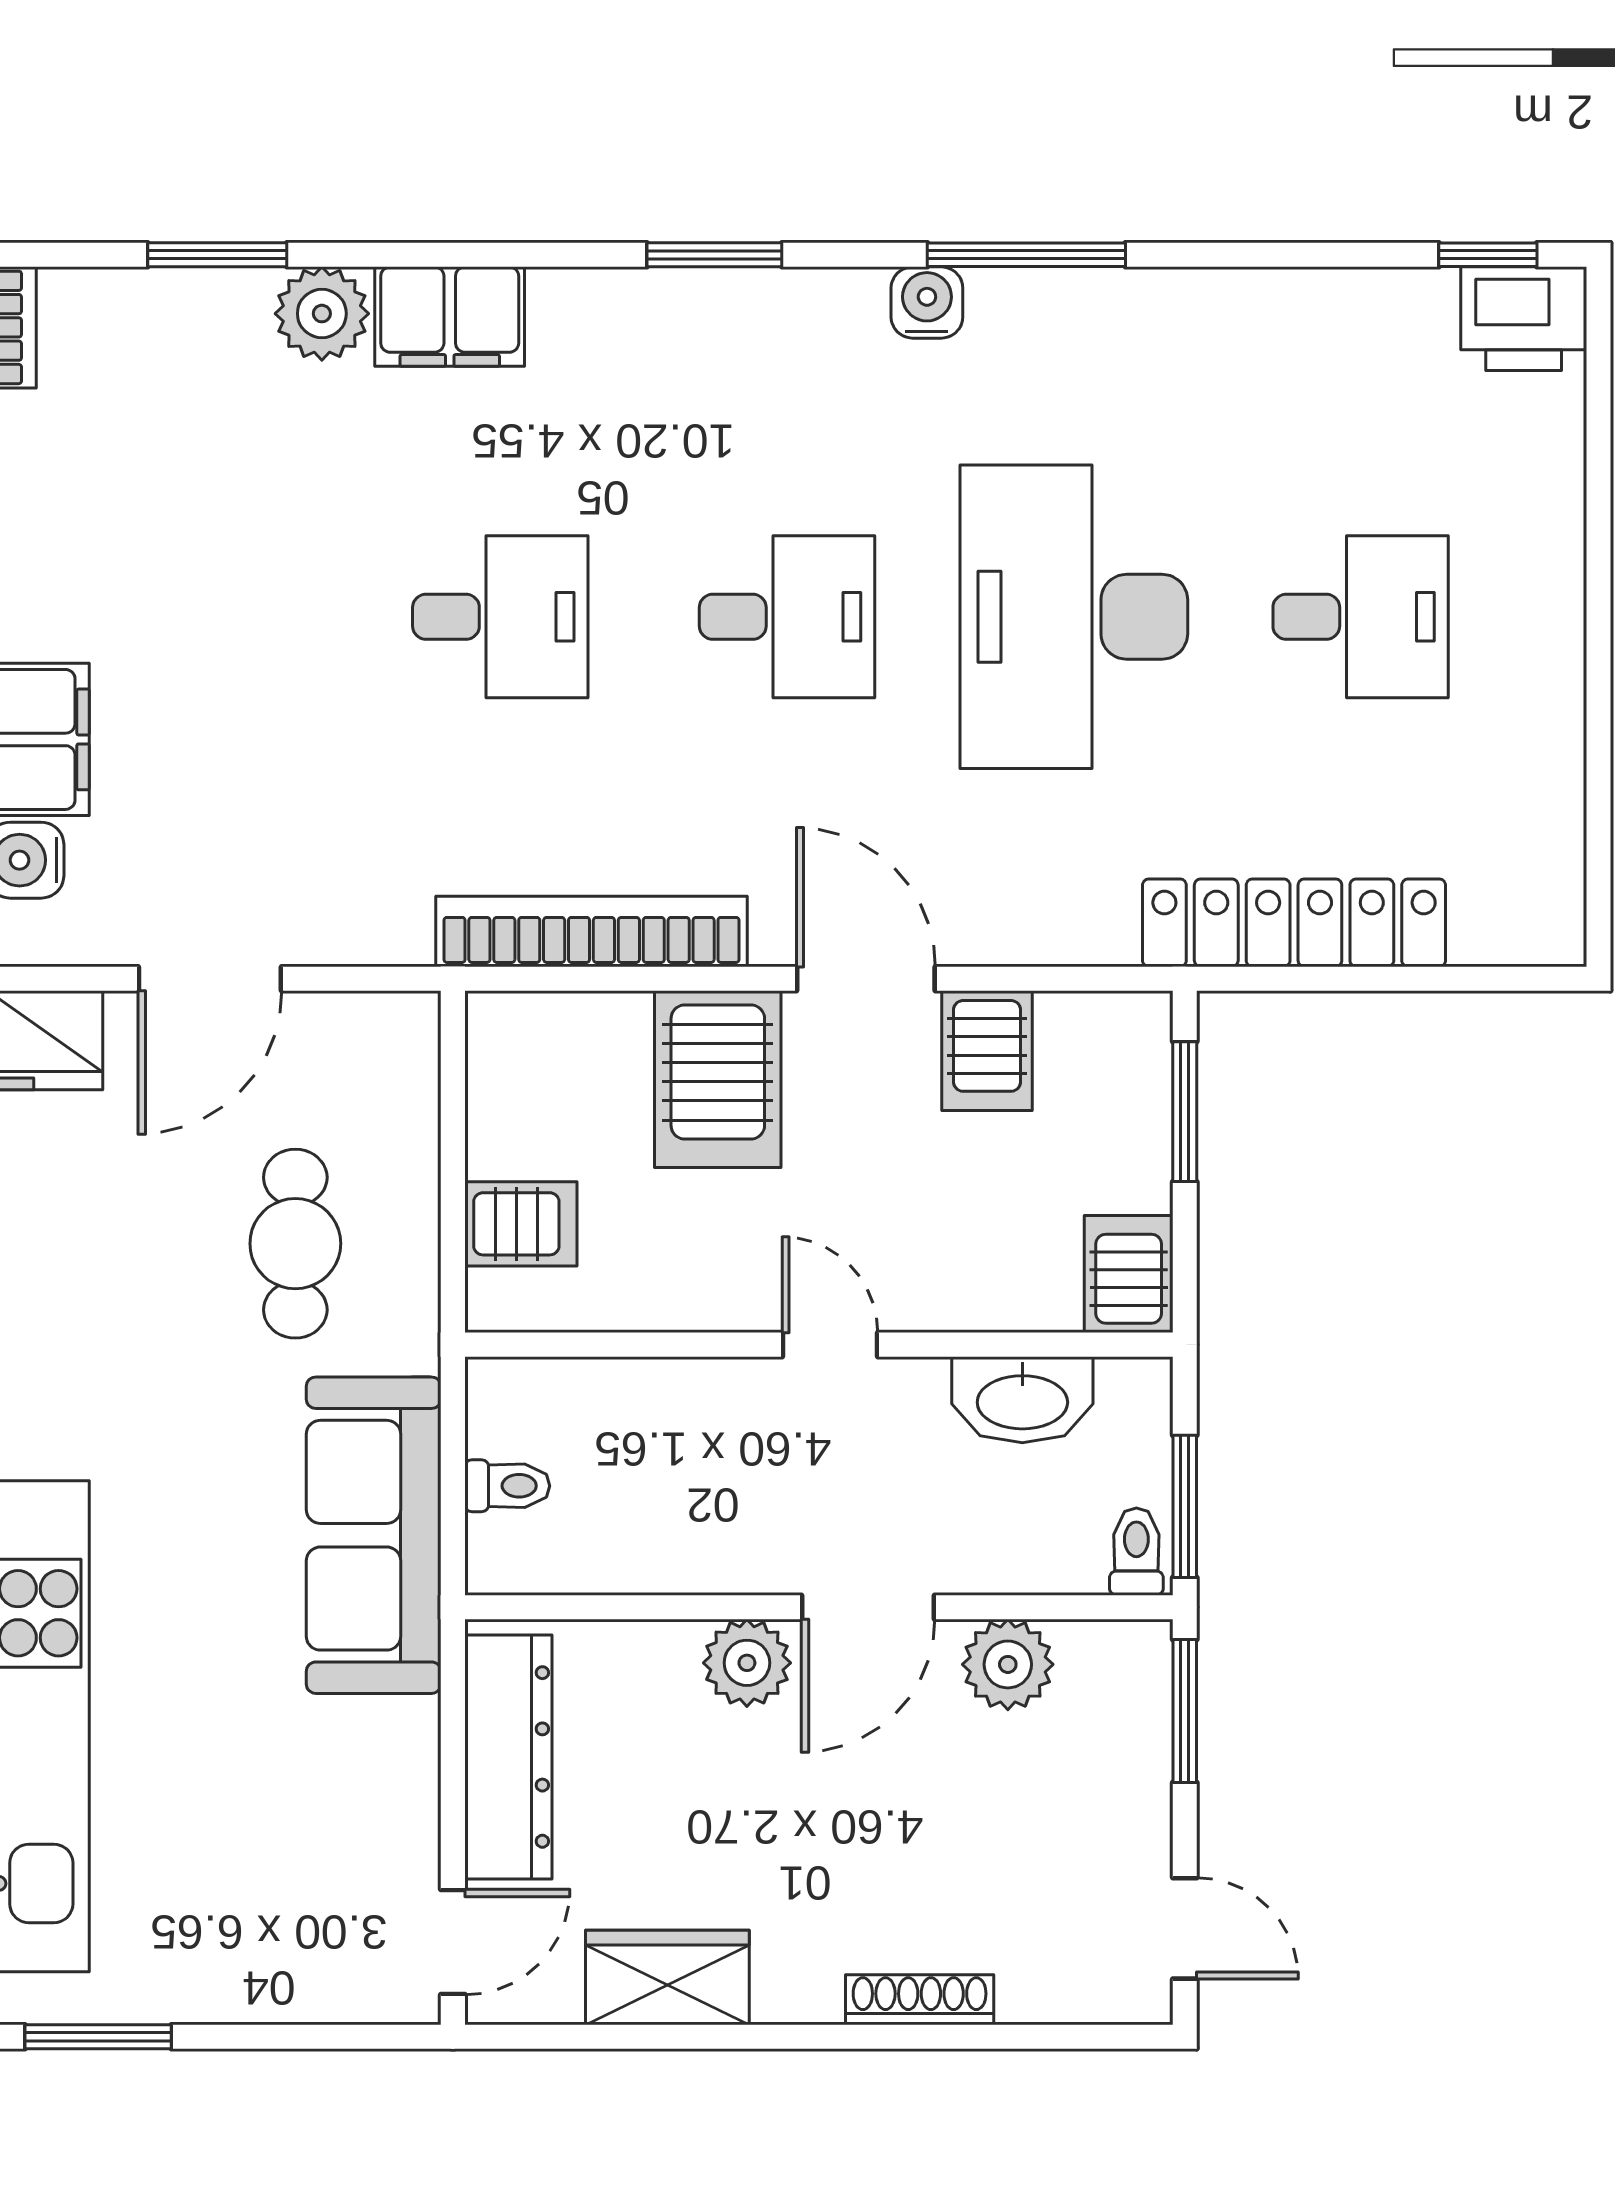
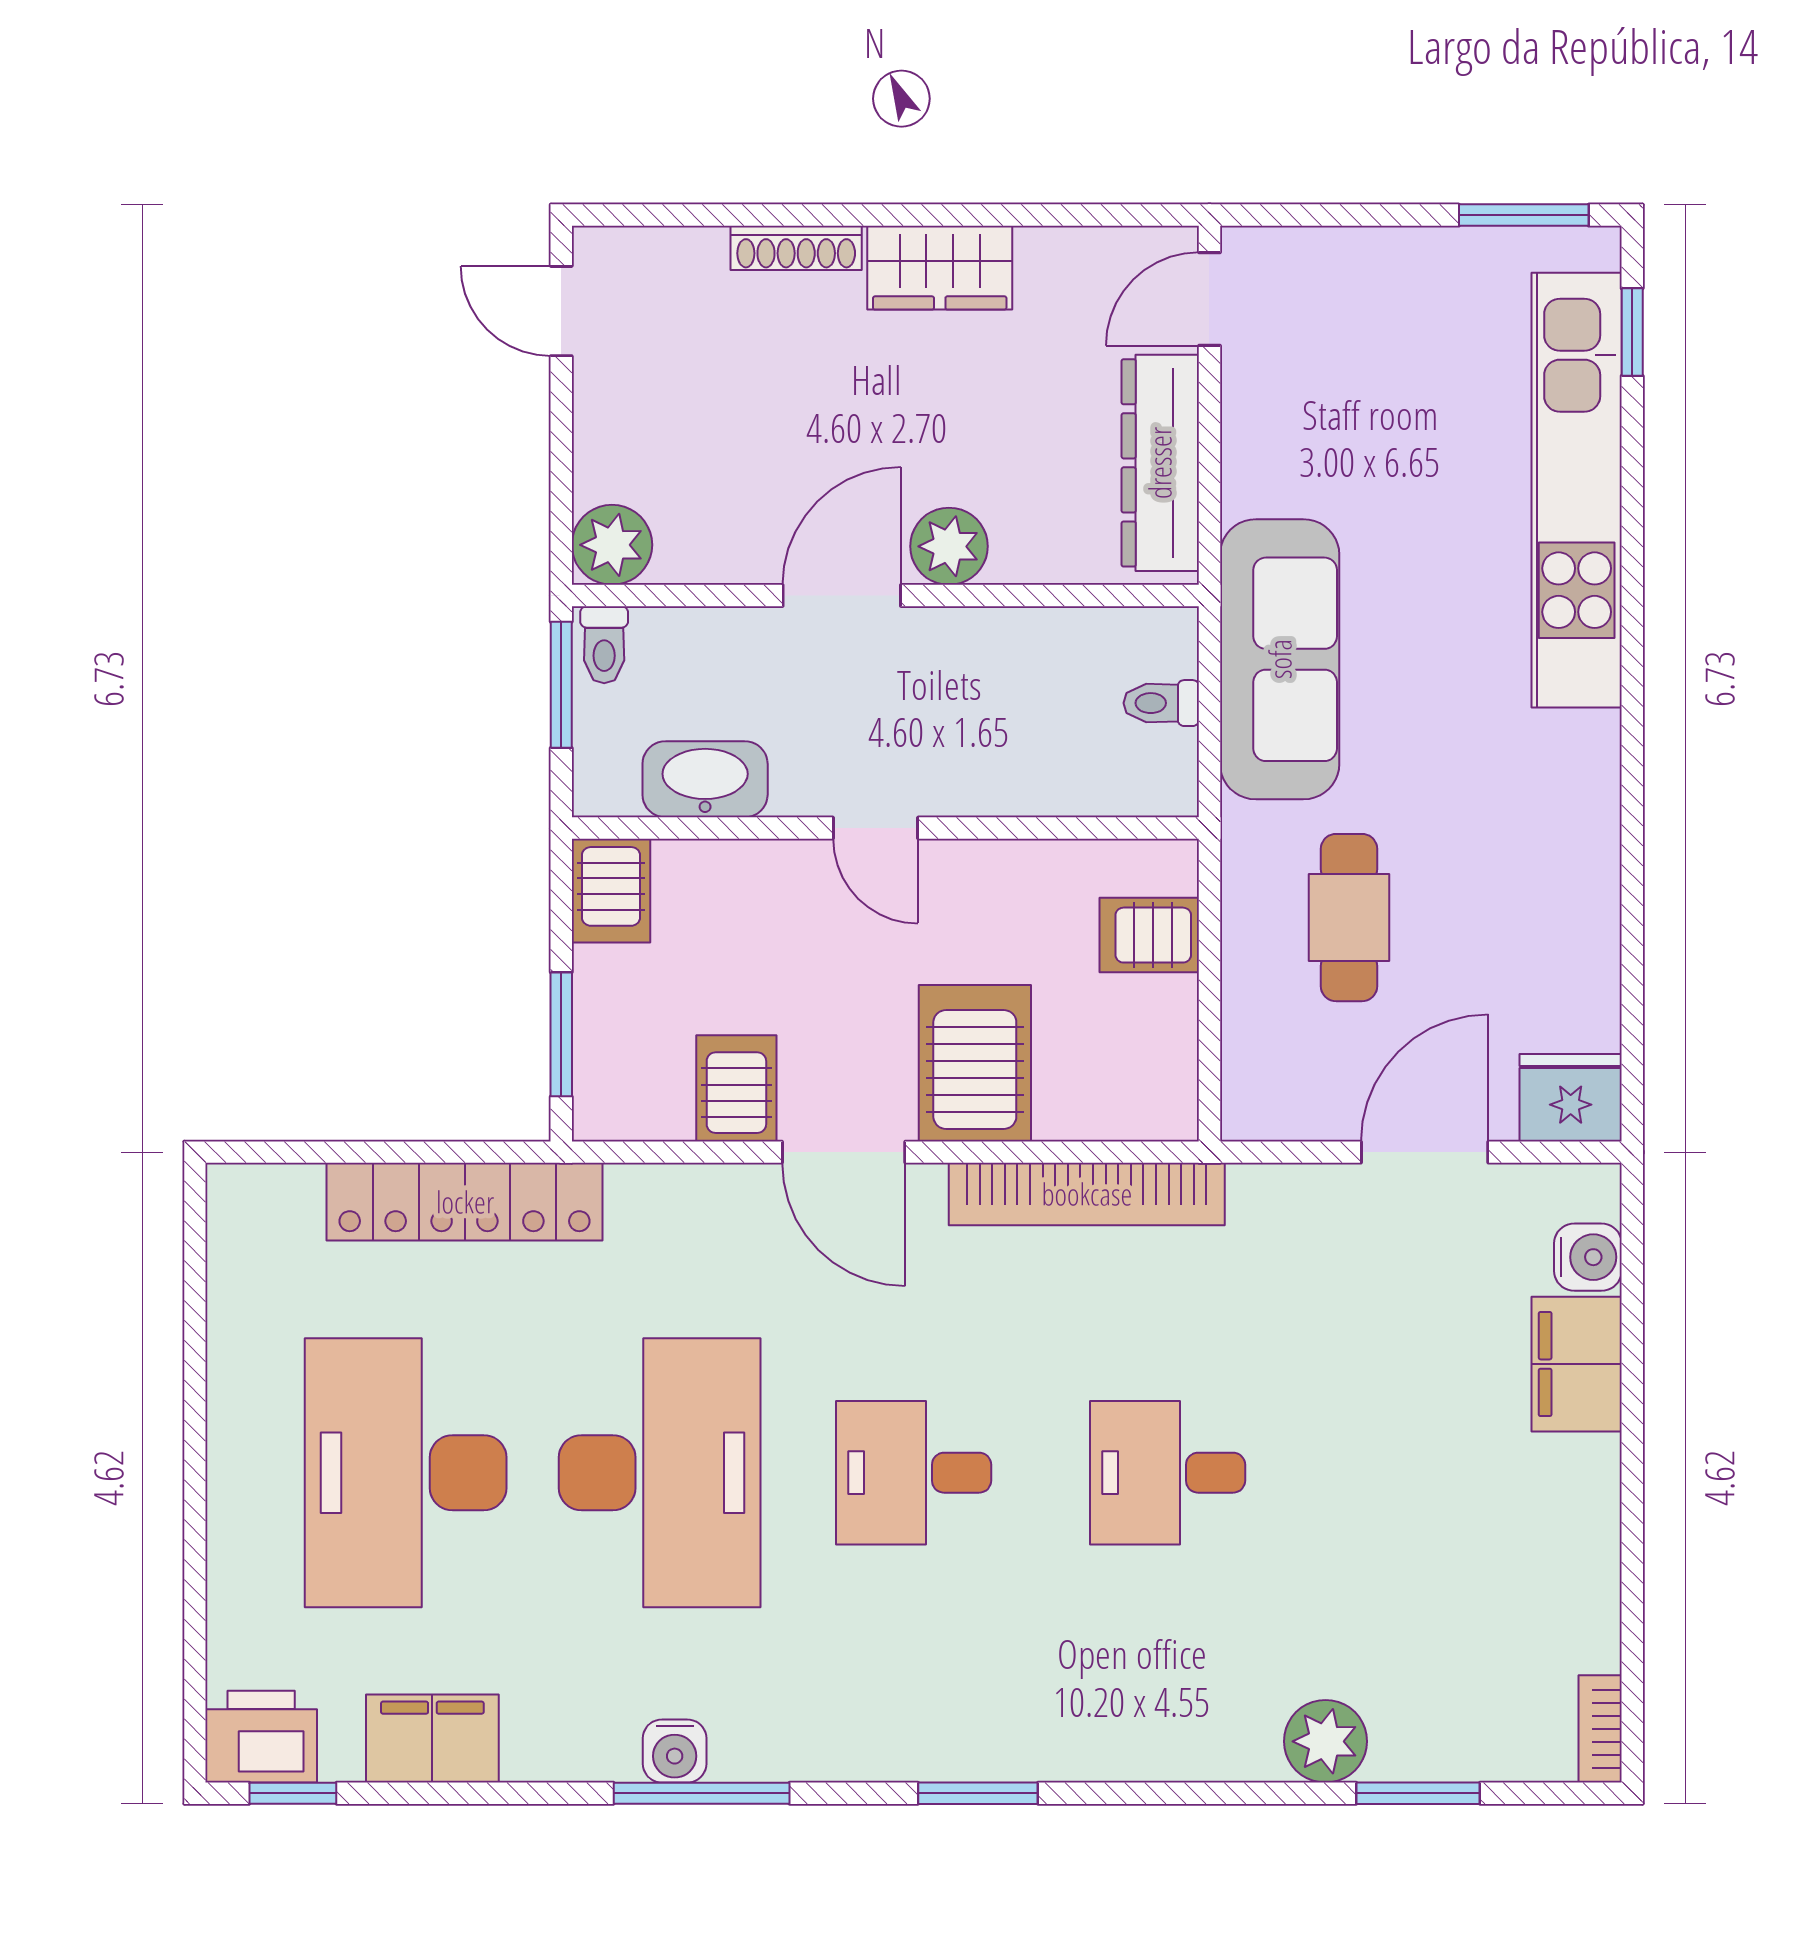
water cooler: (927, 303) -> (675, 1751), moved
filing cabinet: (450, 317) -> (432, 1739), moved
desk: (1361, 617) -> (406, 1473), width x1.87, depth x1.30
plant: (1008, 1664) -> (612, 545), moved
window: (1185, 1711) -> (561, 504), removed
wardrobe: (667, 1977) -> (940, 268), moved

